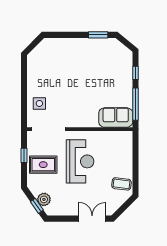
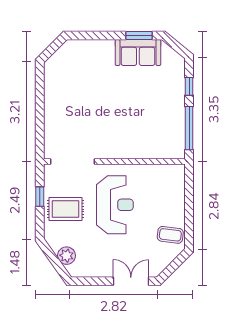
side table: (39, 103) -> (60, 127), removed
sofa: (116, 118) -> (138, 52), moved, turned 180
window: (37, 206) -> (57, 264), removed

